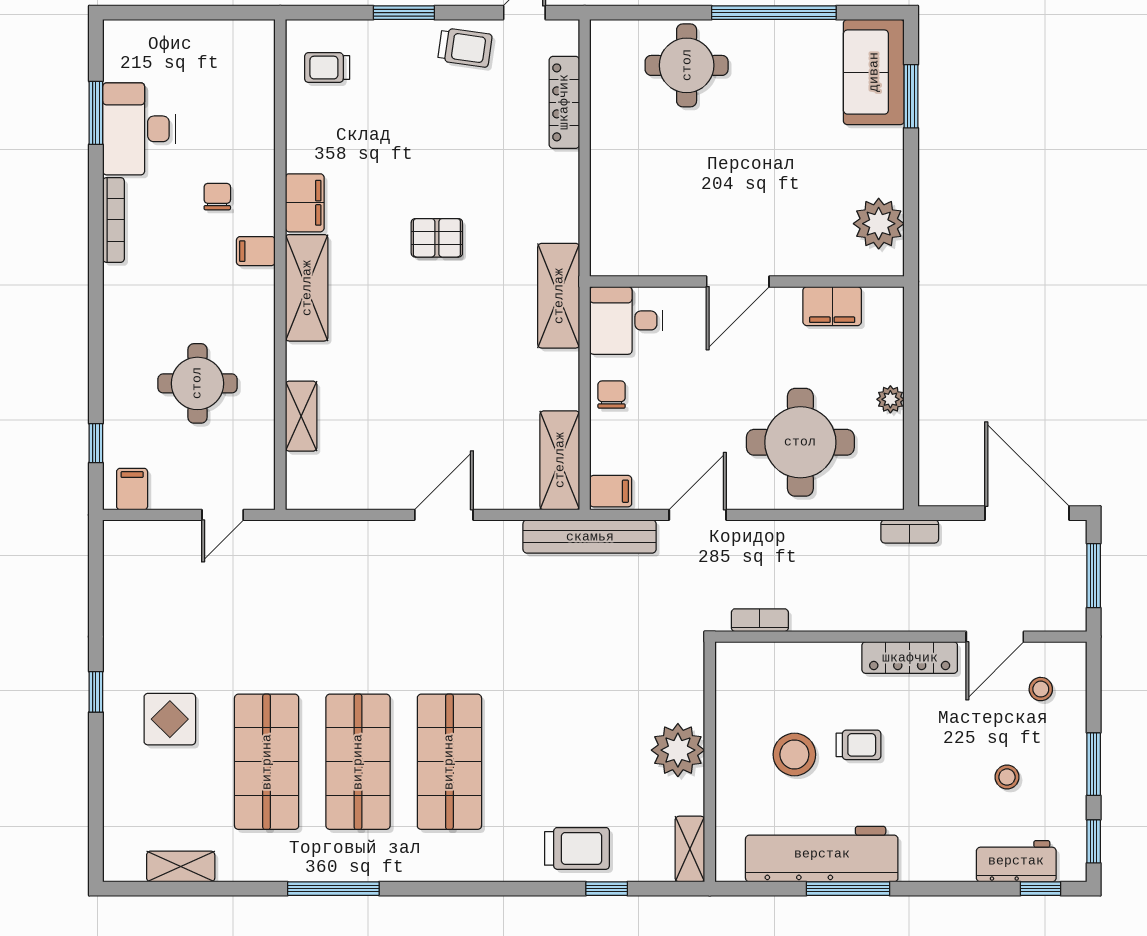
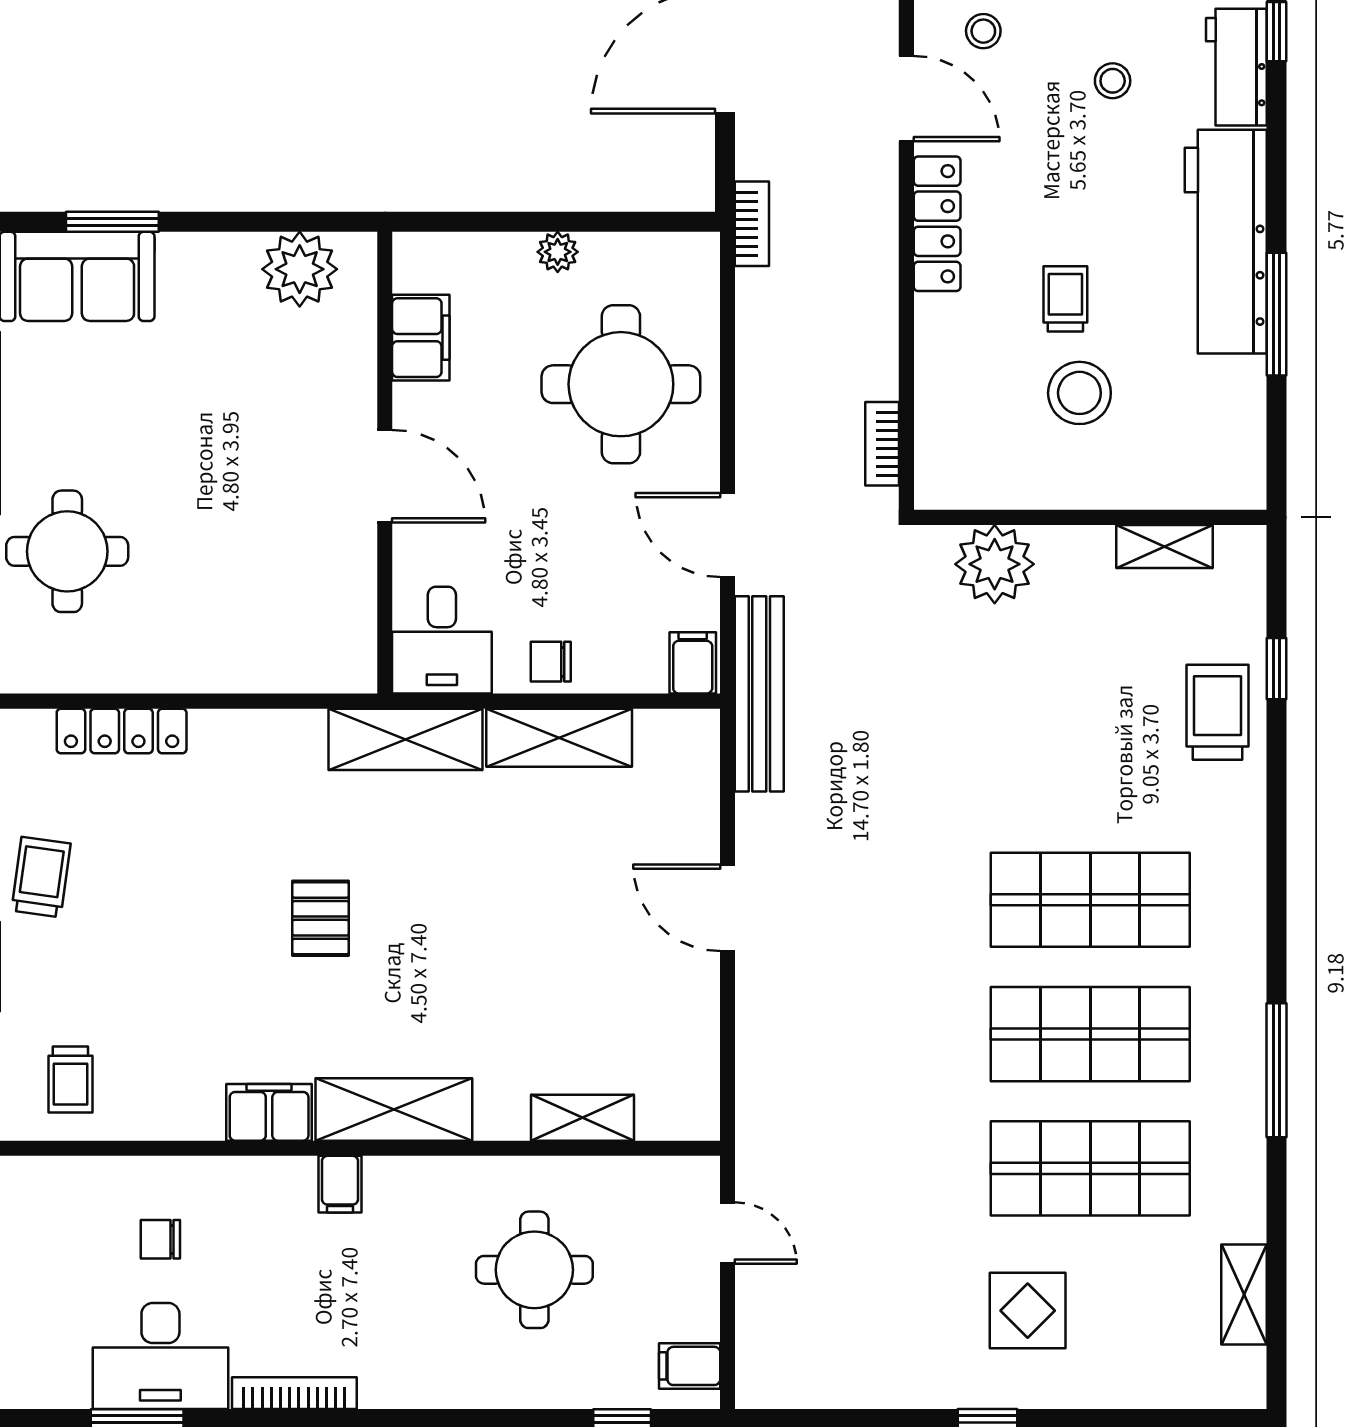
chair: (217, 197) -> (160, 1239), moved
shelving: (560, 460) -> (559, 738), moved
plant: (678, 750) -> (995, 564), moved
shelving: (690, 849) -> (1164, 546), moved
workbench: (822, 854) -> (1226, 242), moved

